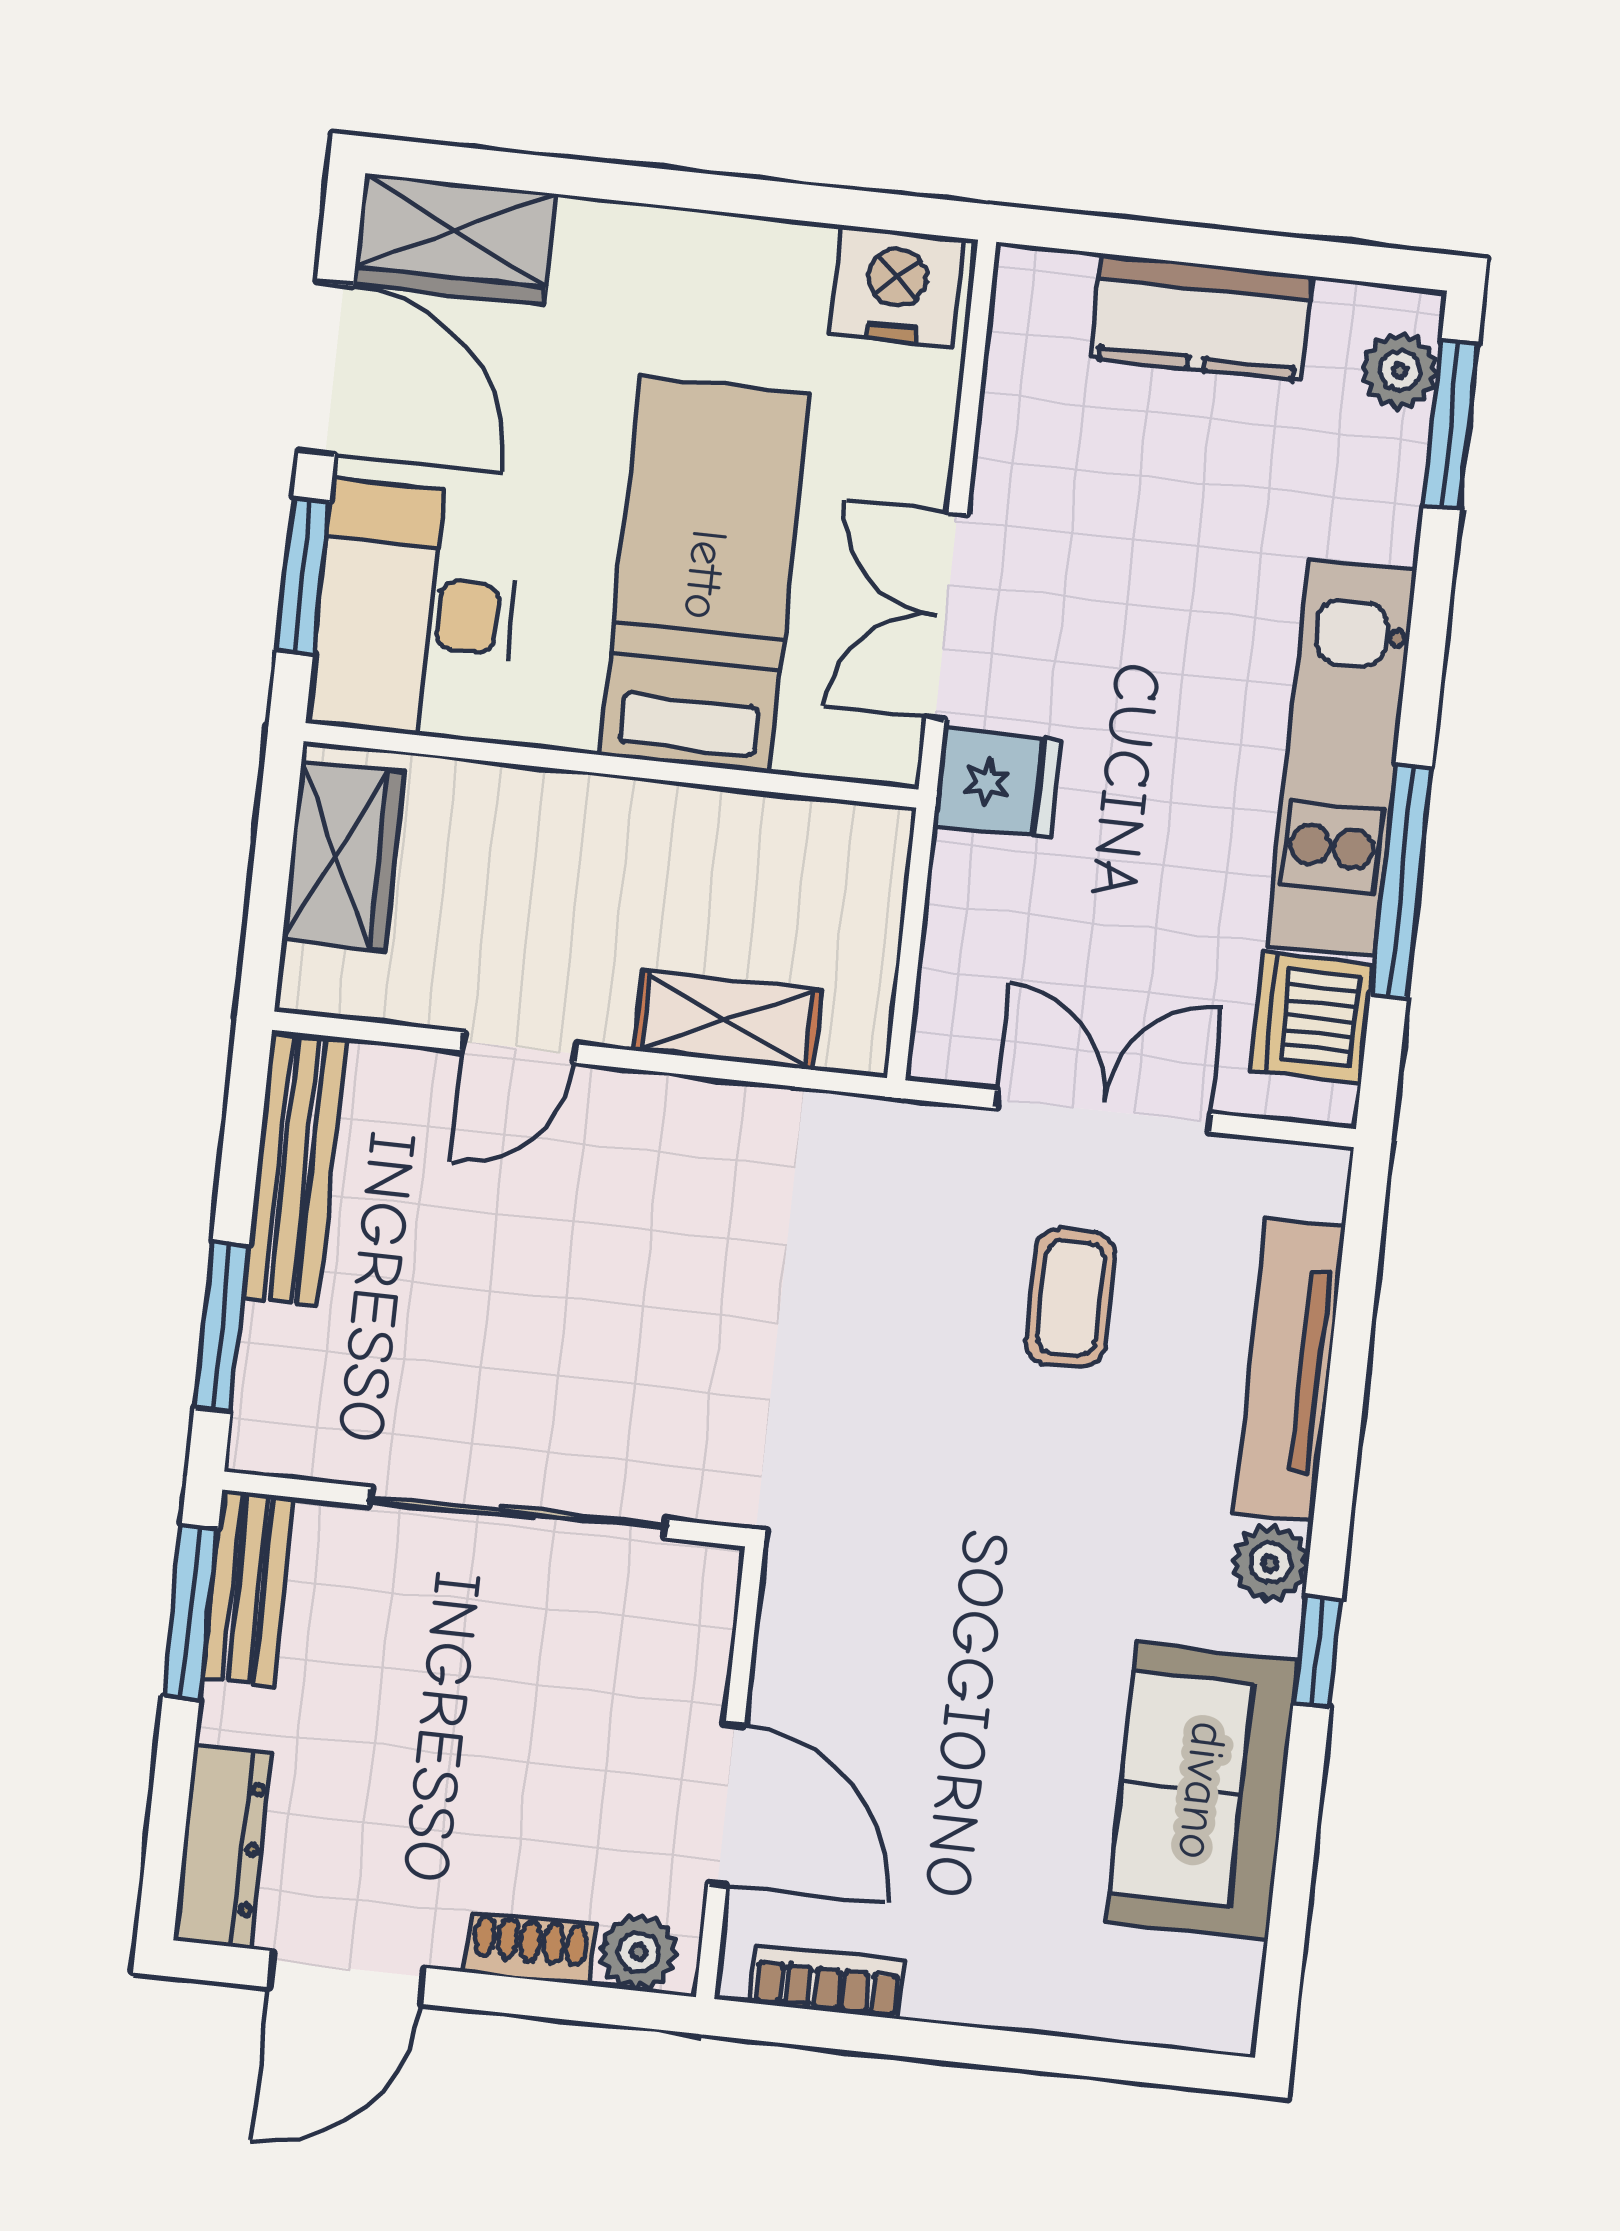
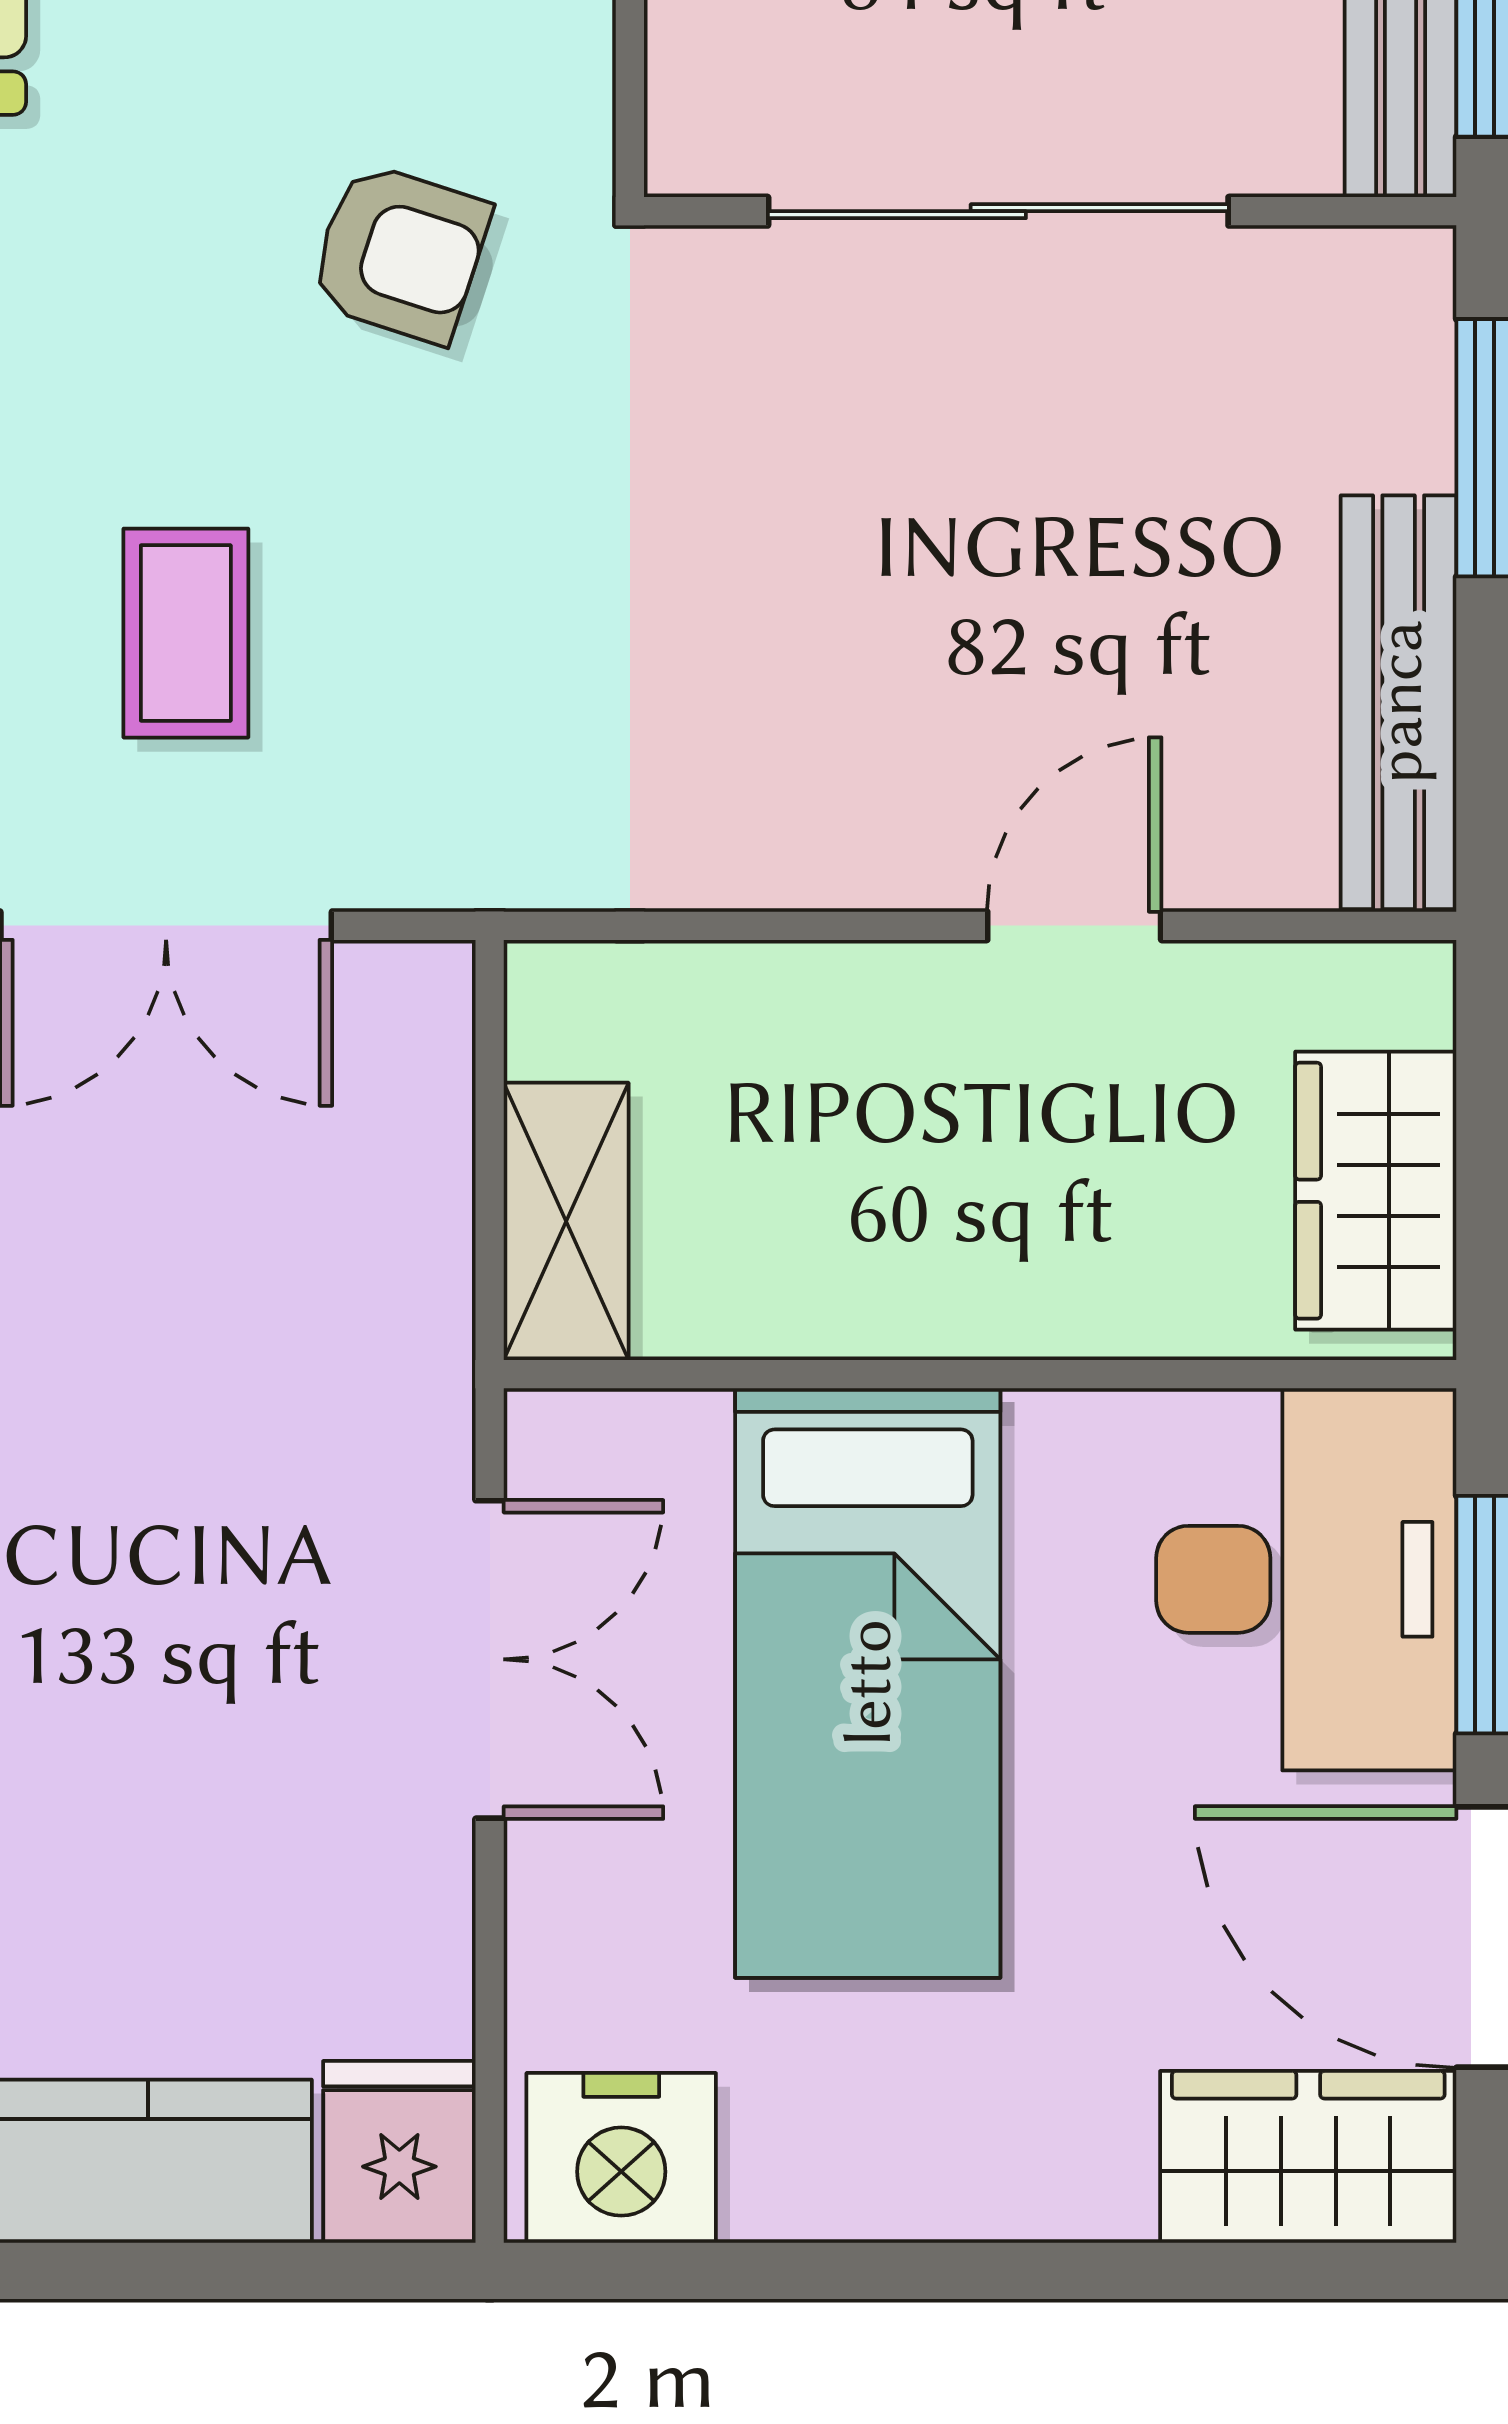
fridge: (997, 783) -> (399, 2152), moved, turned 90
shelving: (727, 1020) -> (566, 1221), moved, turned 90
armchair: (906, 1528) -> (400, 253), added

